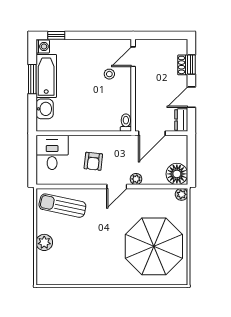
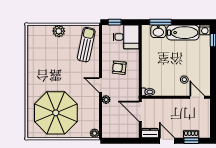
window: (32, 79) -> (161, 22), moved
window: (32, 168) -> (115, 22), added
floor lamp: (177, 174) -> (110, 130), removed

